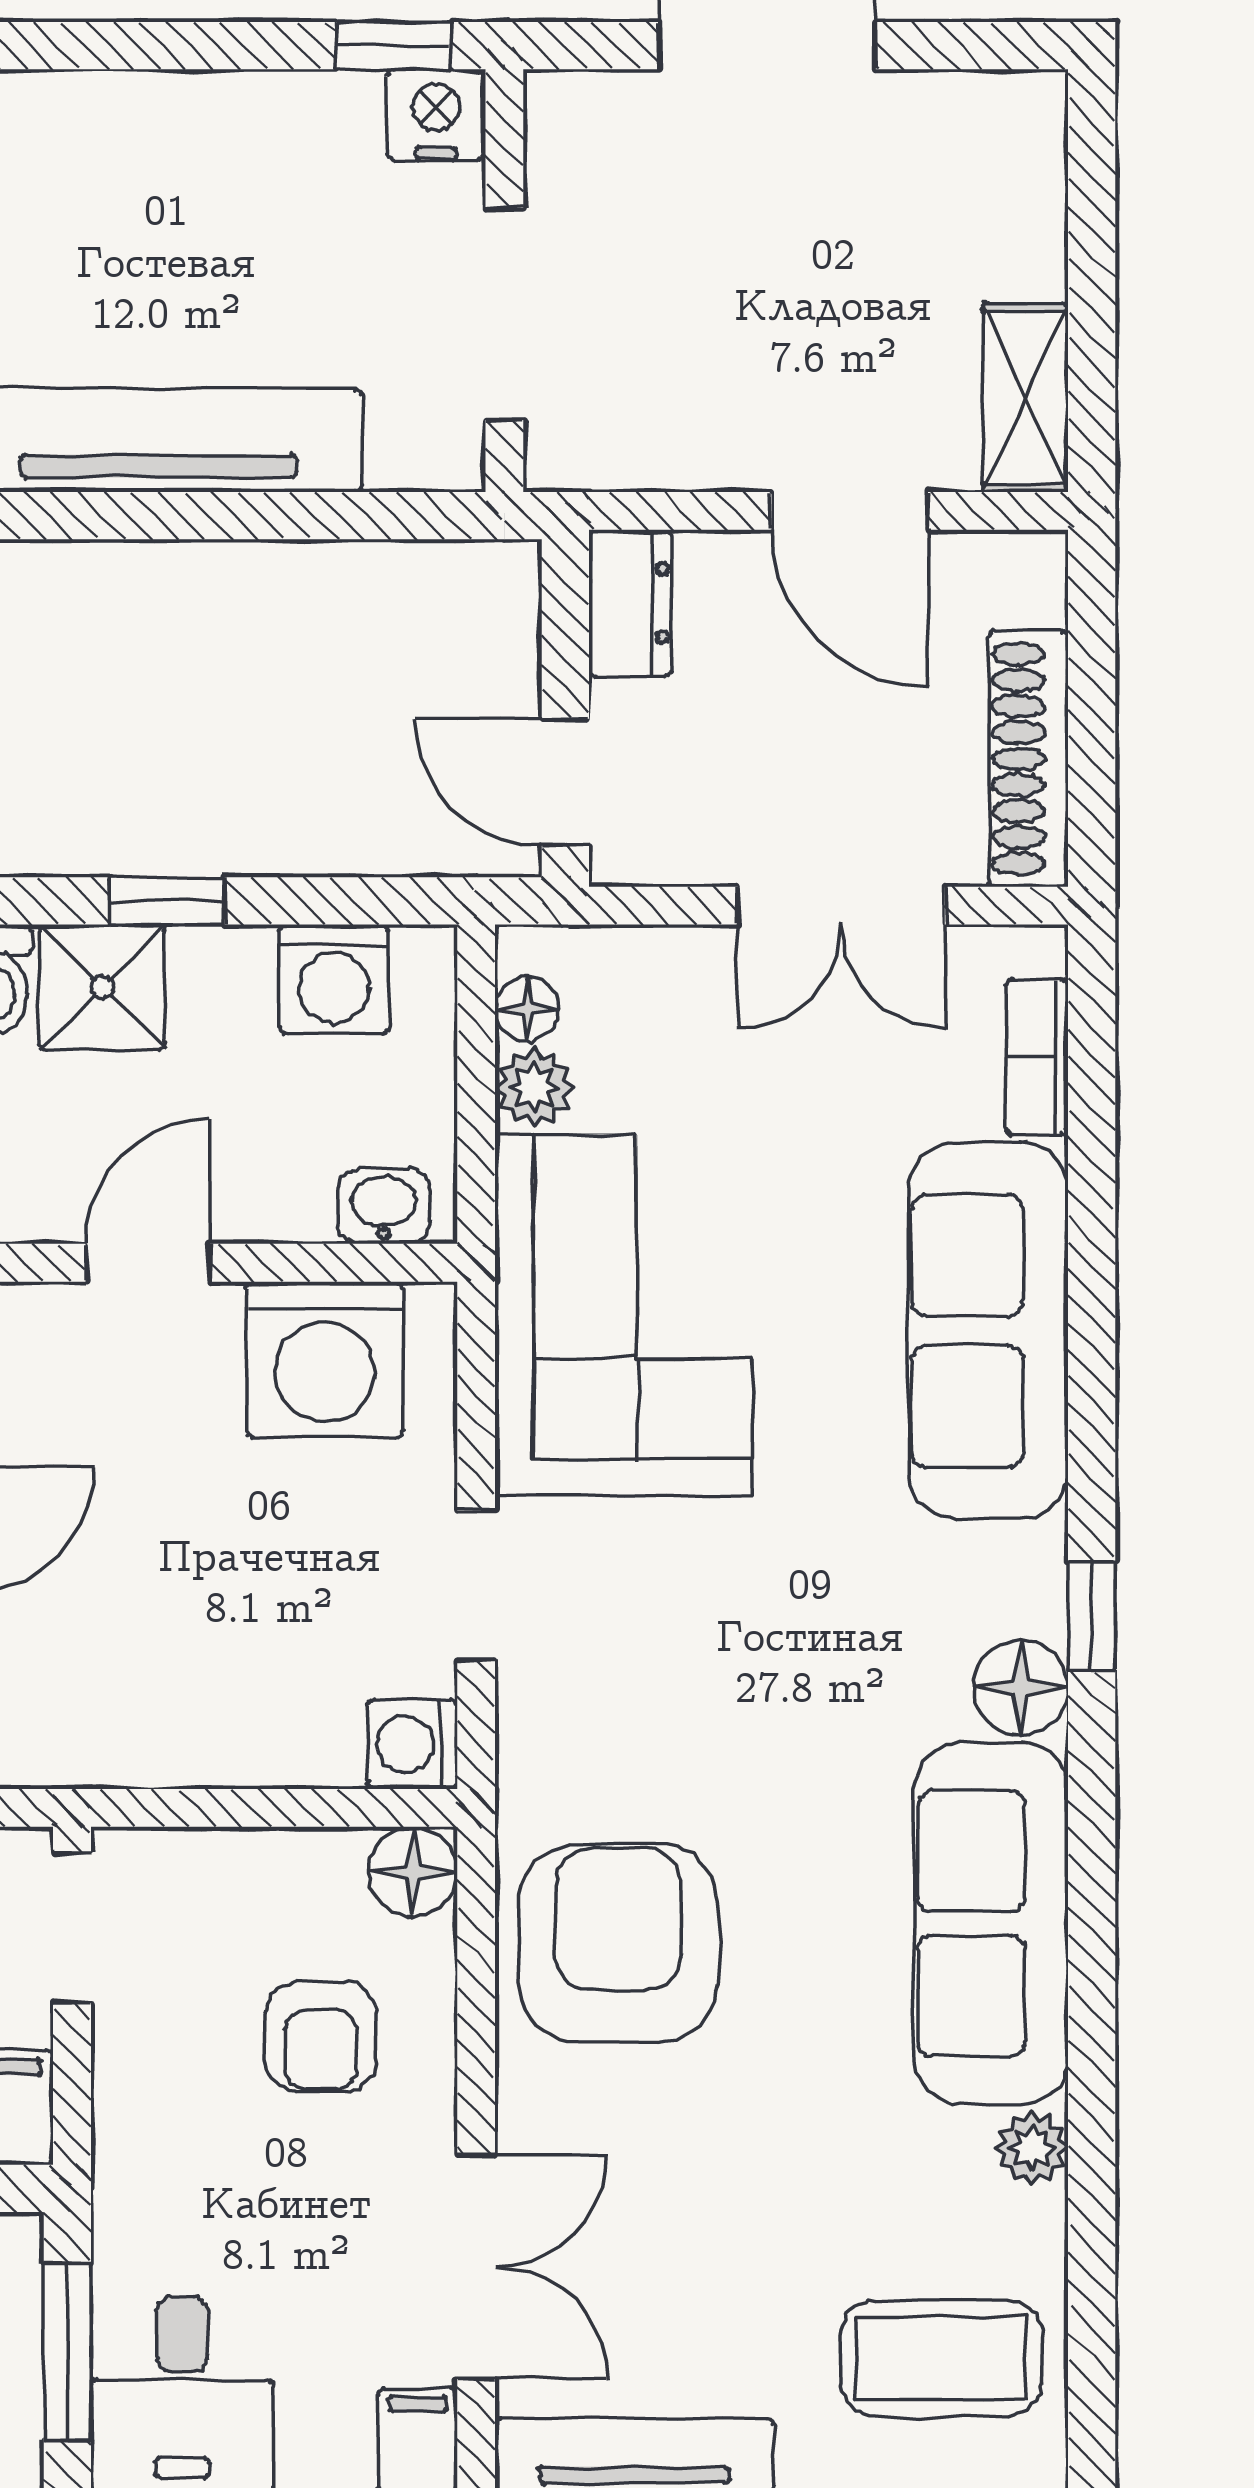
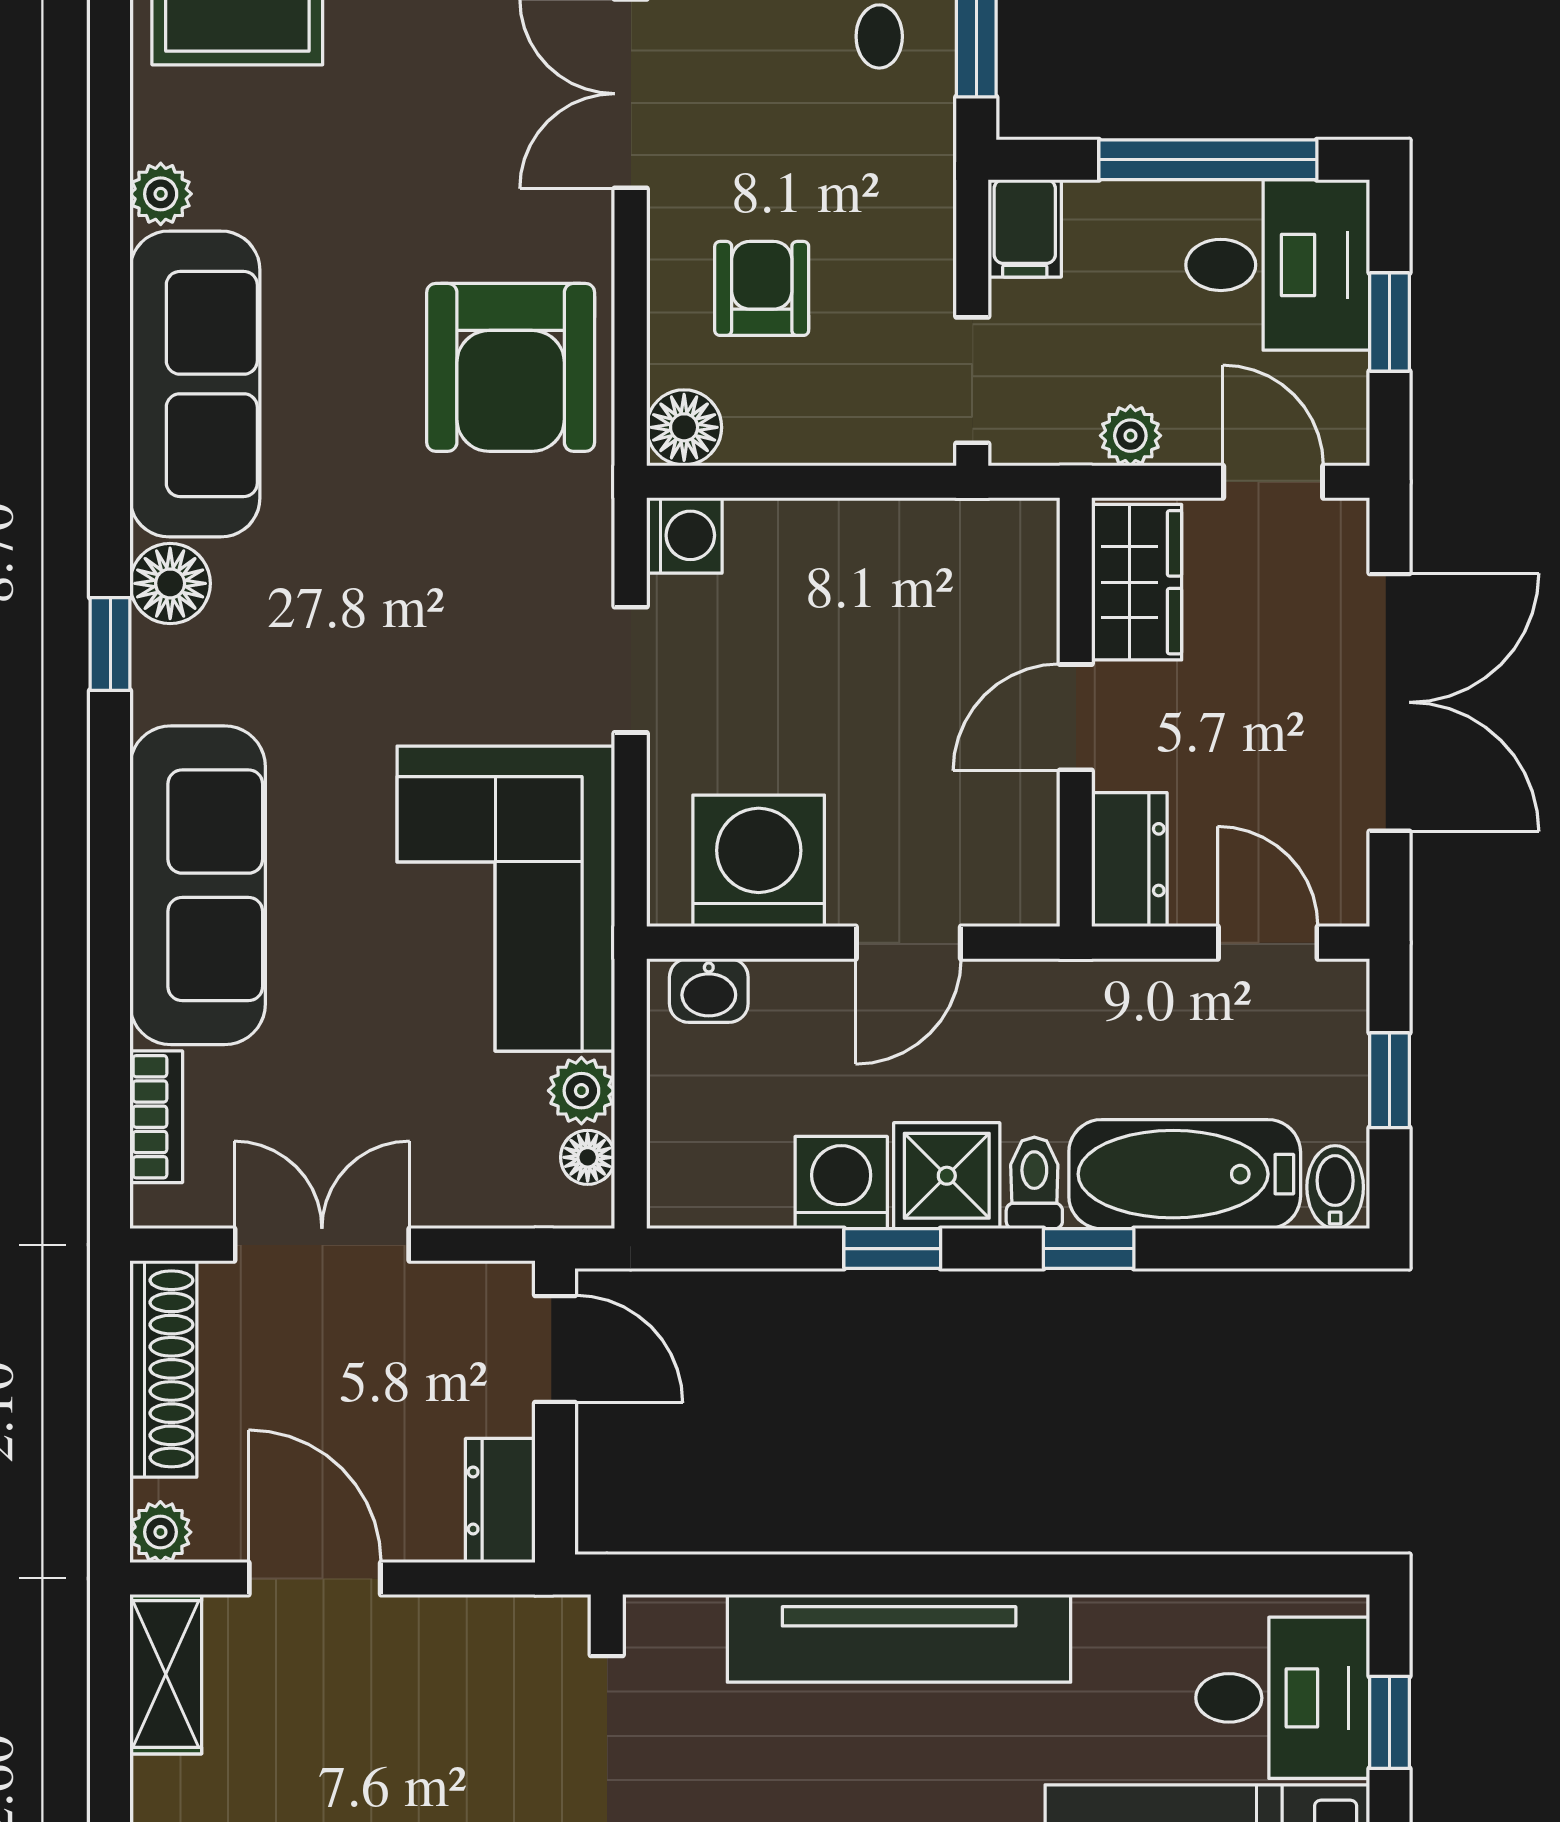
plant: (1032, 566) -> (160, 1532), added
washing machine: (334, 979) -> (841, 1183), moved

